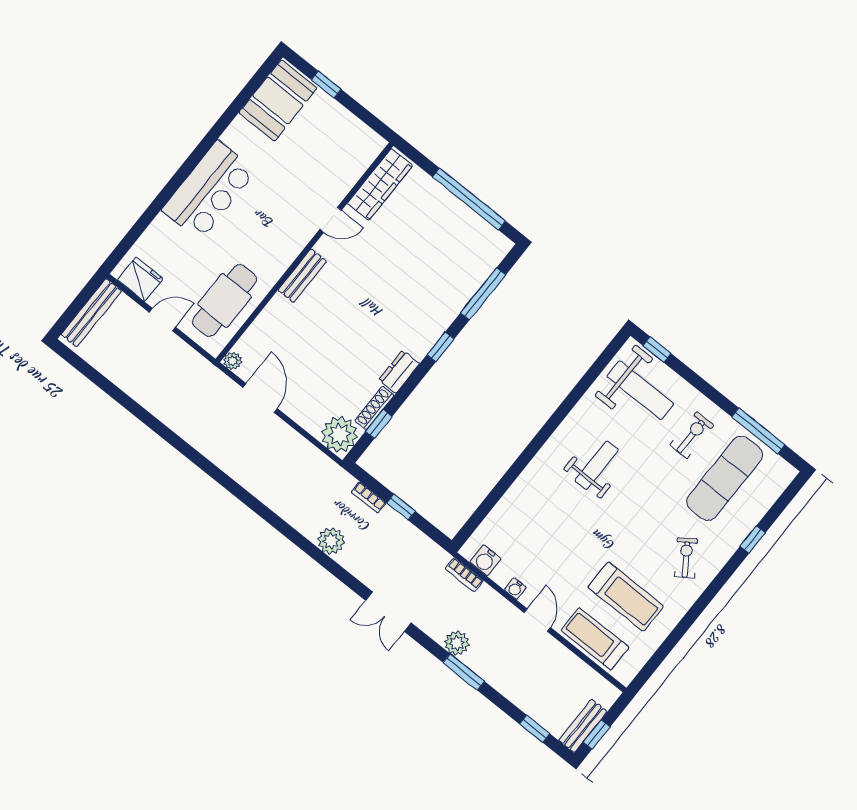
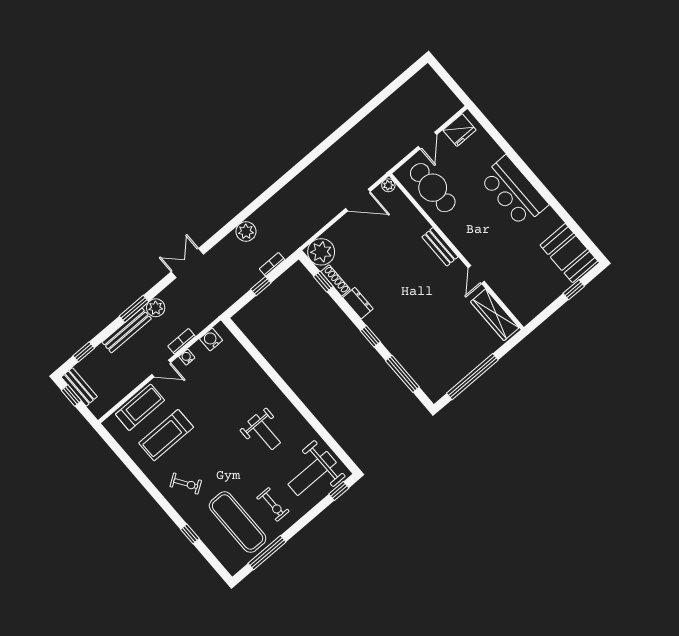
bench: (91, 313) -> (127, 330), moved, turned 90
bookcase: (464, 575) -> (182, 341), moved

